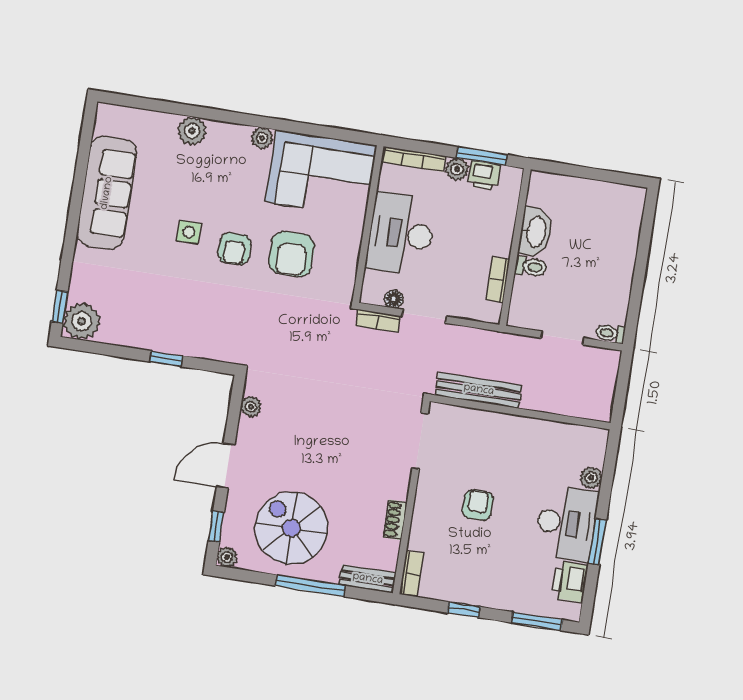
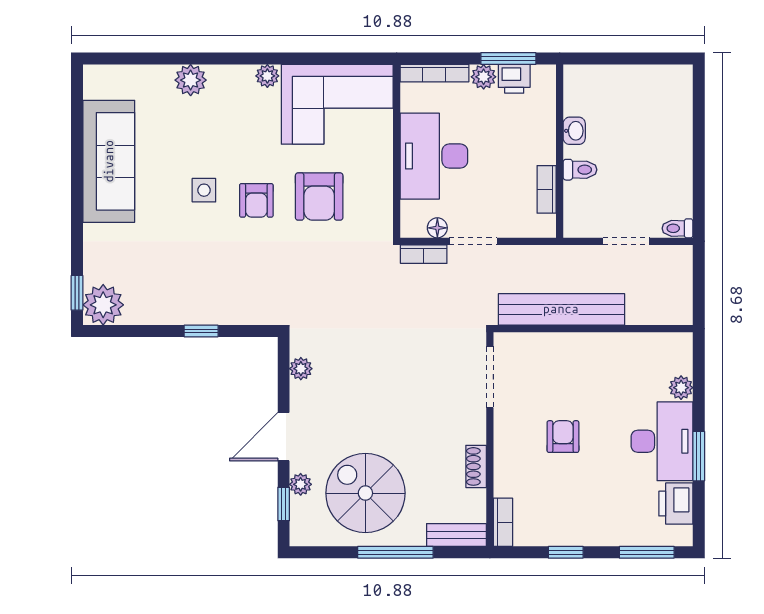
washbasin: (536, 232) -> (574, 131), width x0.52, depth x0.69
bench: (479, 390) -> (561, 309), width x1.37, depth x1.21
plant: (227, 557) -> (301, 484), moved

